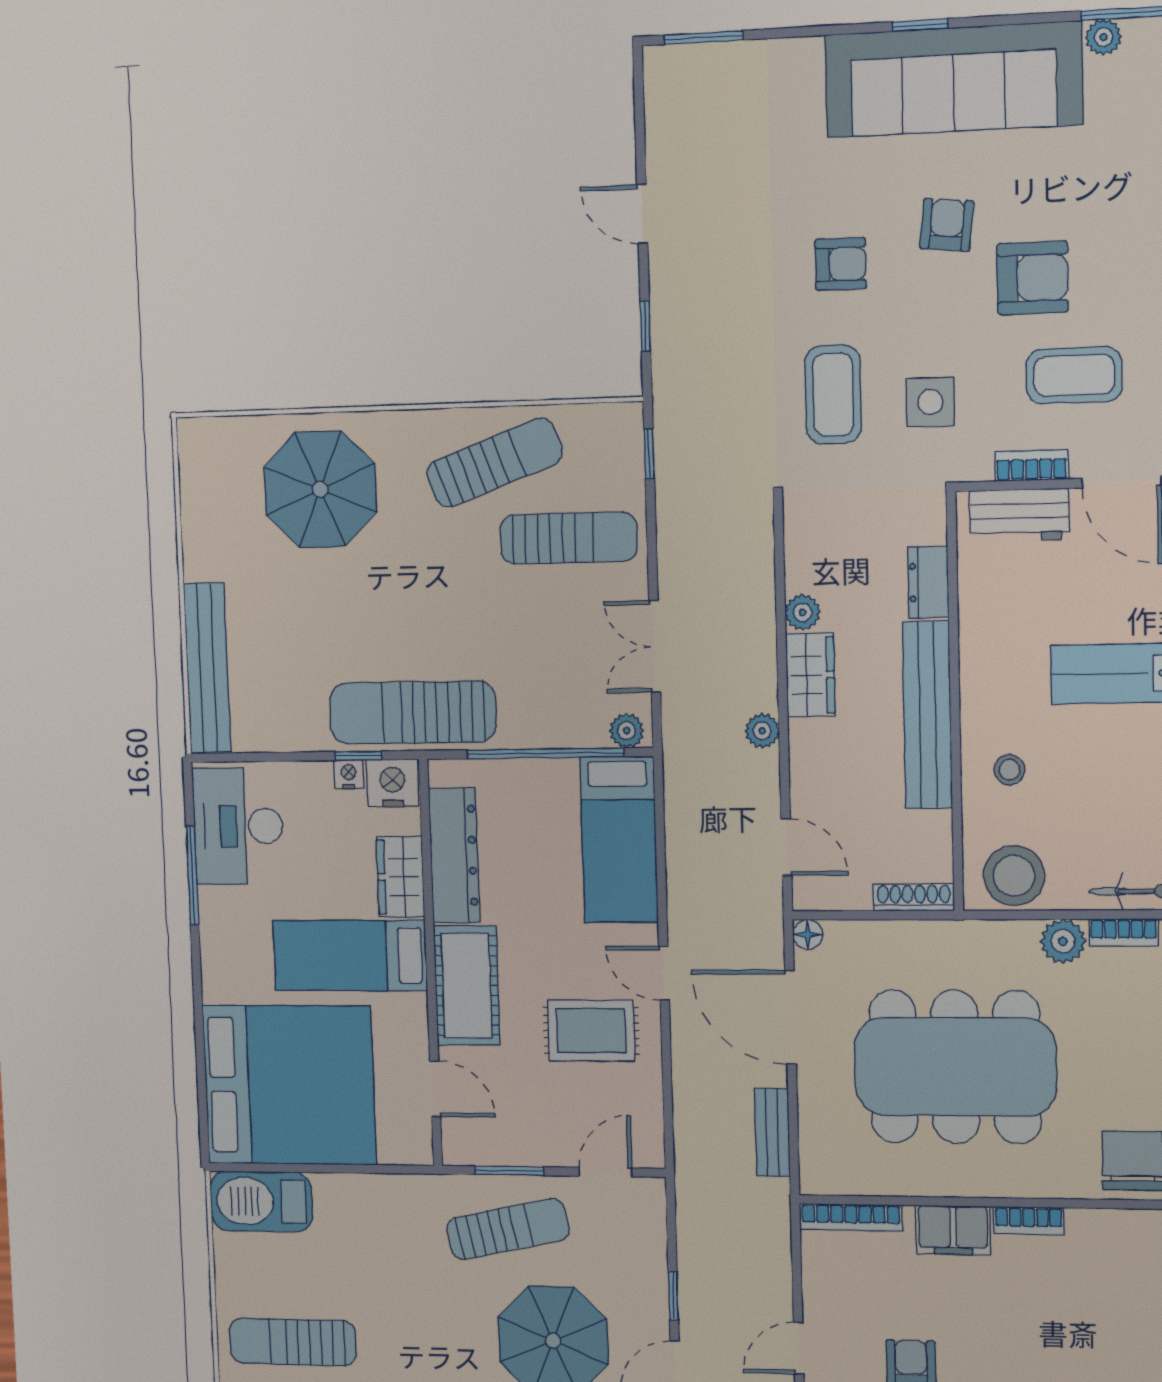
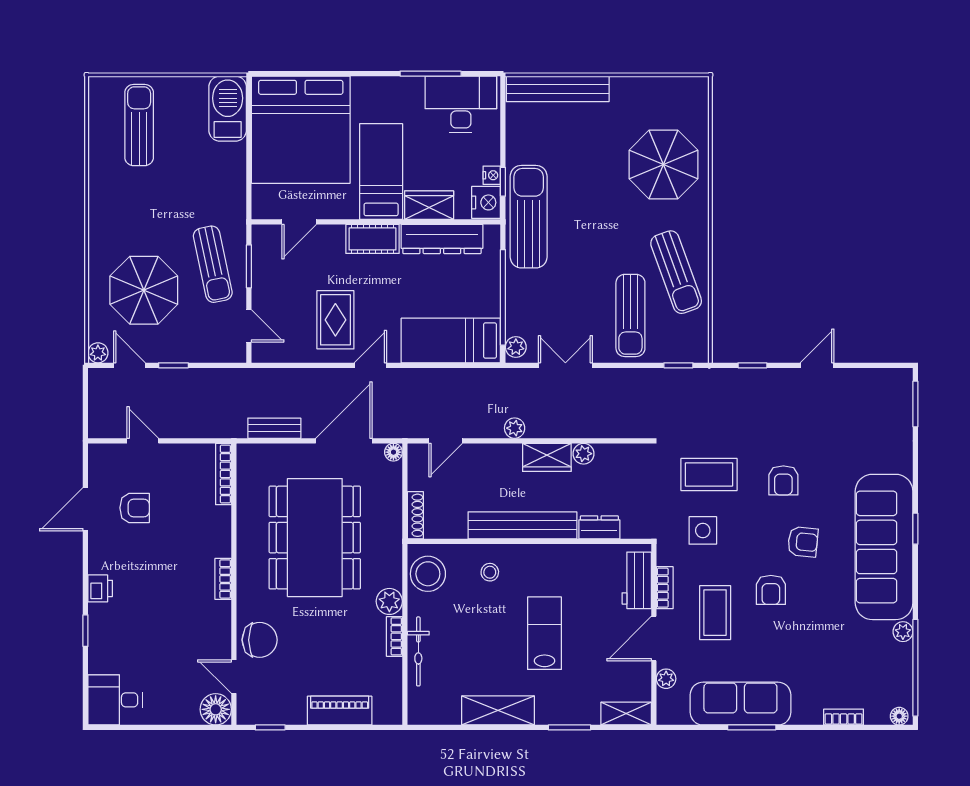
armchair: (1033, 278) -> (771, 590), width x0.72, depth x0.72
cot: (467, 986) -> (373, 239), width x0.73, depth x0.75
filing cabinet: (953, 1230) -> (217, 535), removed

